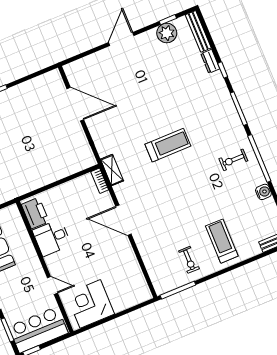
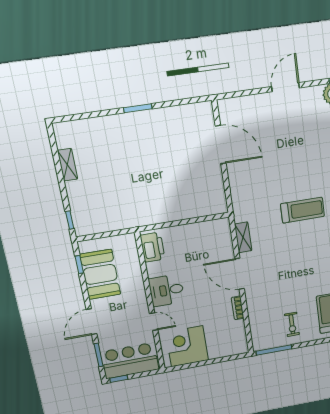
shelving: (112, 170) -> (243, 237), moved
bookcase: (100, 181) -> (238, 308), moved
desk: (52, 238) -> (167, 290), moved

